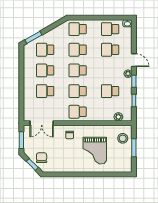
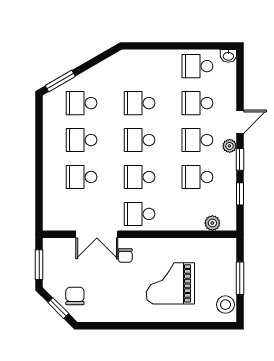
school desk: (78, 29) -> (197, 140), moved
door: (134, 60) -> (240, 122), hinge flipped
double door: (42, 123) -> (97, 234), moved
stool: (123, 138) -> (225, 305), moved
grand piano: (95, 151) -> (170, 283), turned 90

